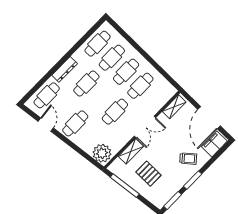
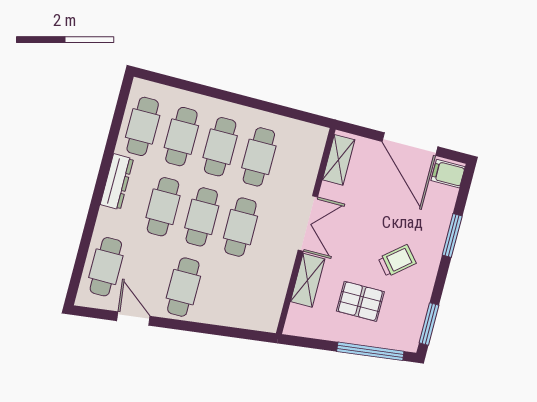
dresser: (65, 69) -> (117, 182), moved
cafe table: (101, 98) -> (202, 217), added
filing cabinet: (214, 144) -> (448, 174), width x0.50
plant: (102, 153) -> (259, 312), removed
trolley: (188, 159) -> (397, 261), moved
window: (193, 180) -> (452, 235), moved
window: (125, 186) -> (370, 351), moved

